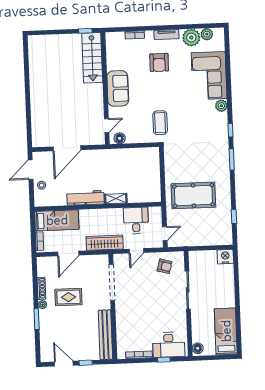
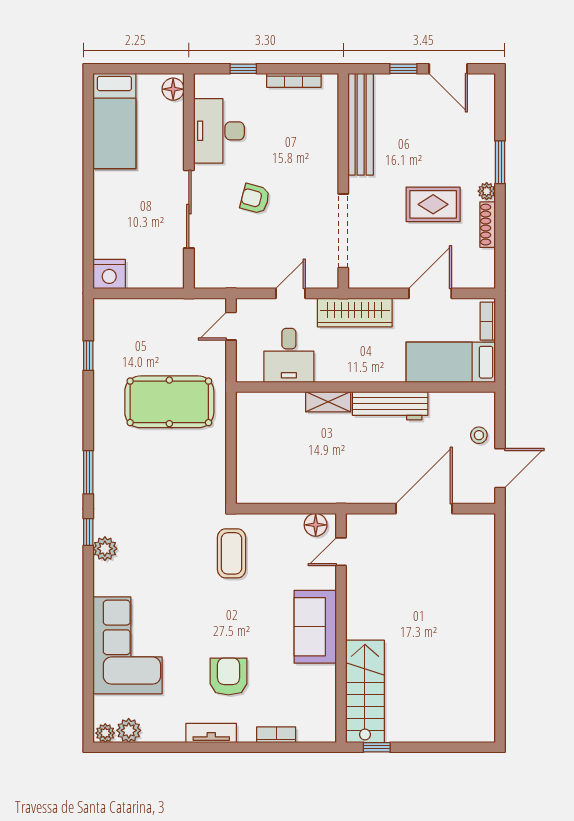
plant: (191, 38) -> (105, 733), moved, width x0.53, depth x0.53
plant: (221, 106) -> (105, 549), moved
armchair: (165, 266) -> (255, 199), moved
desk: (169, 345) -> (219, 131), moved, turned -90

